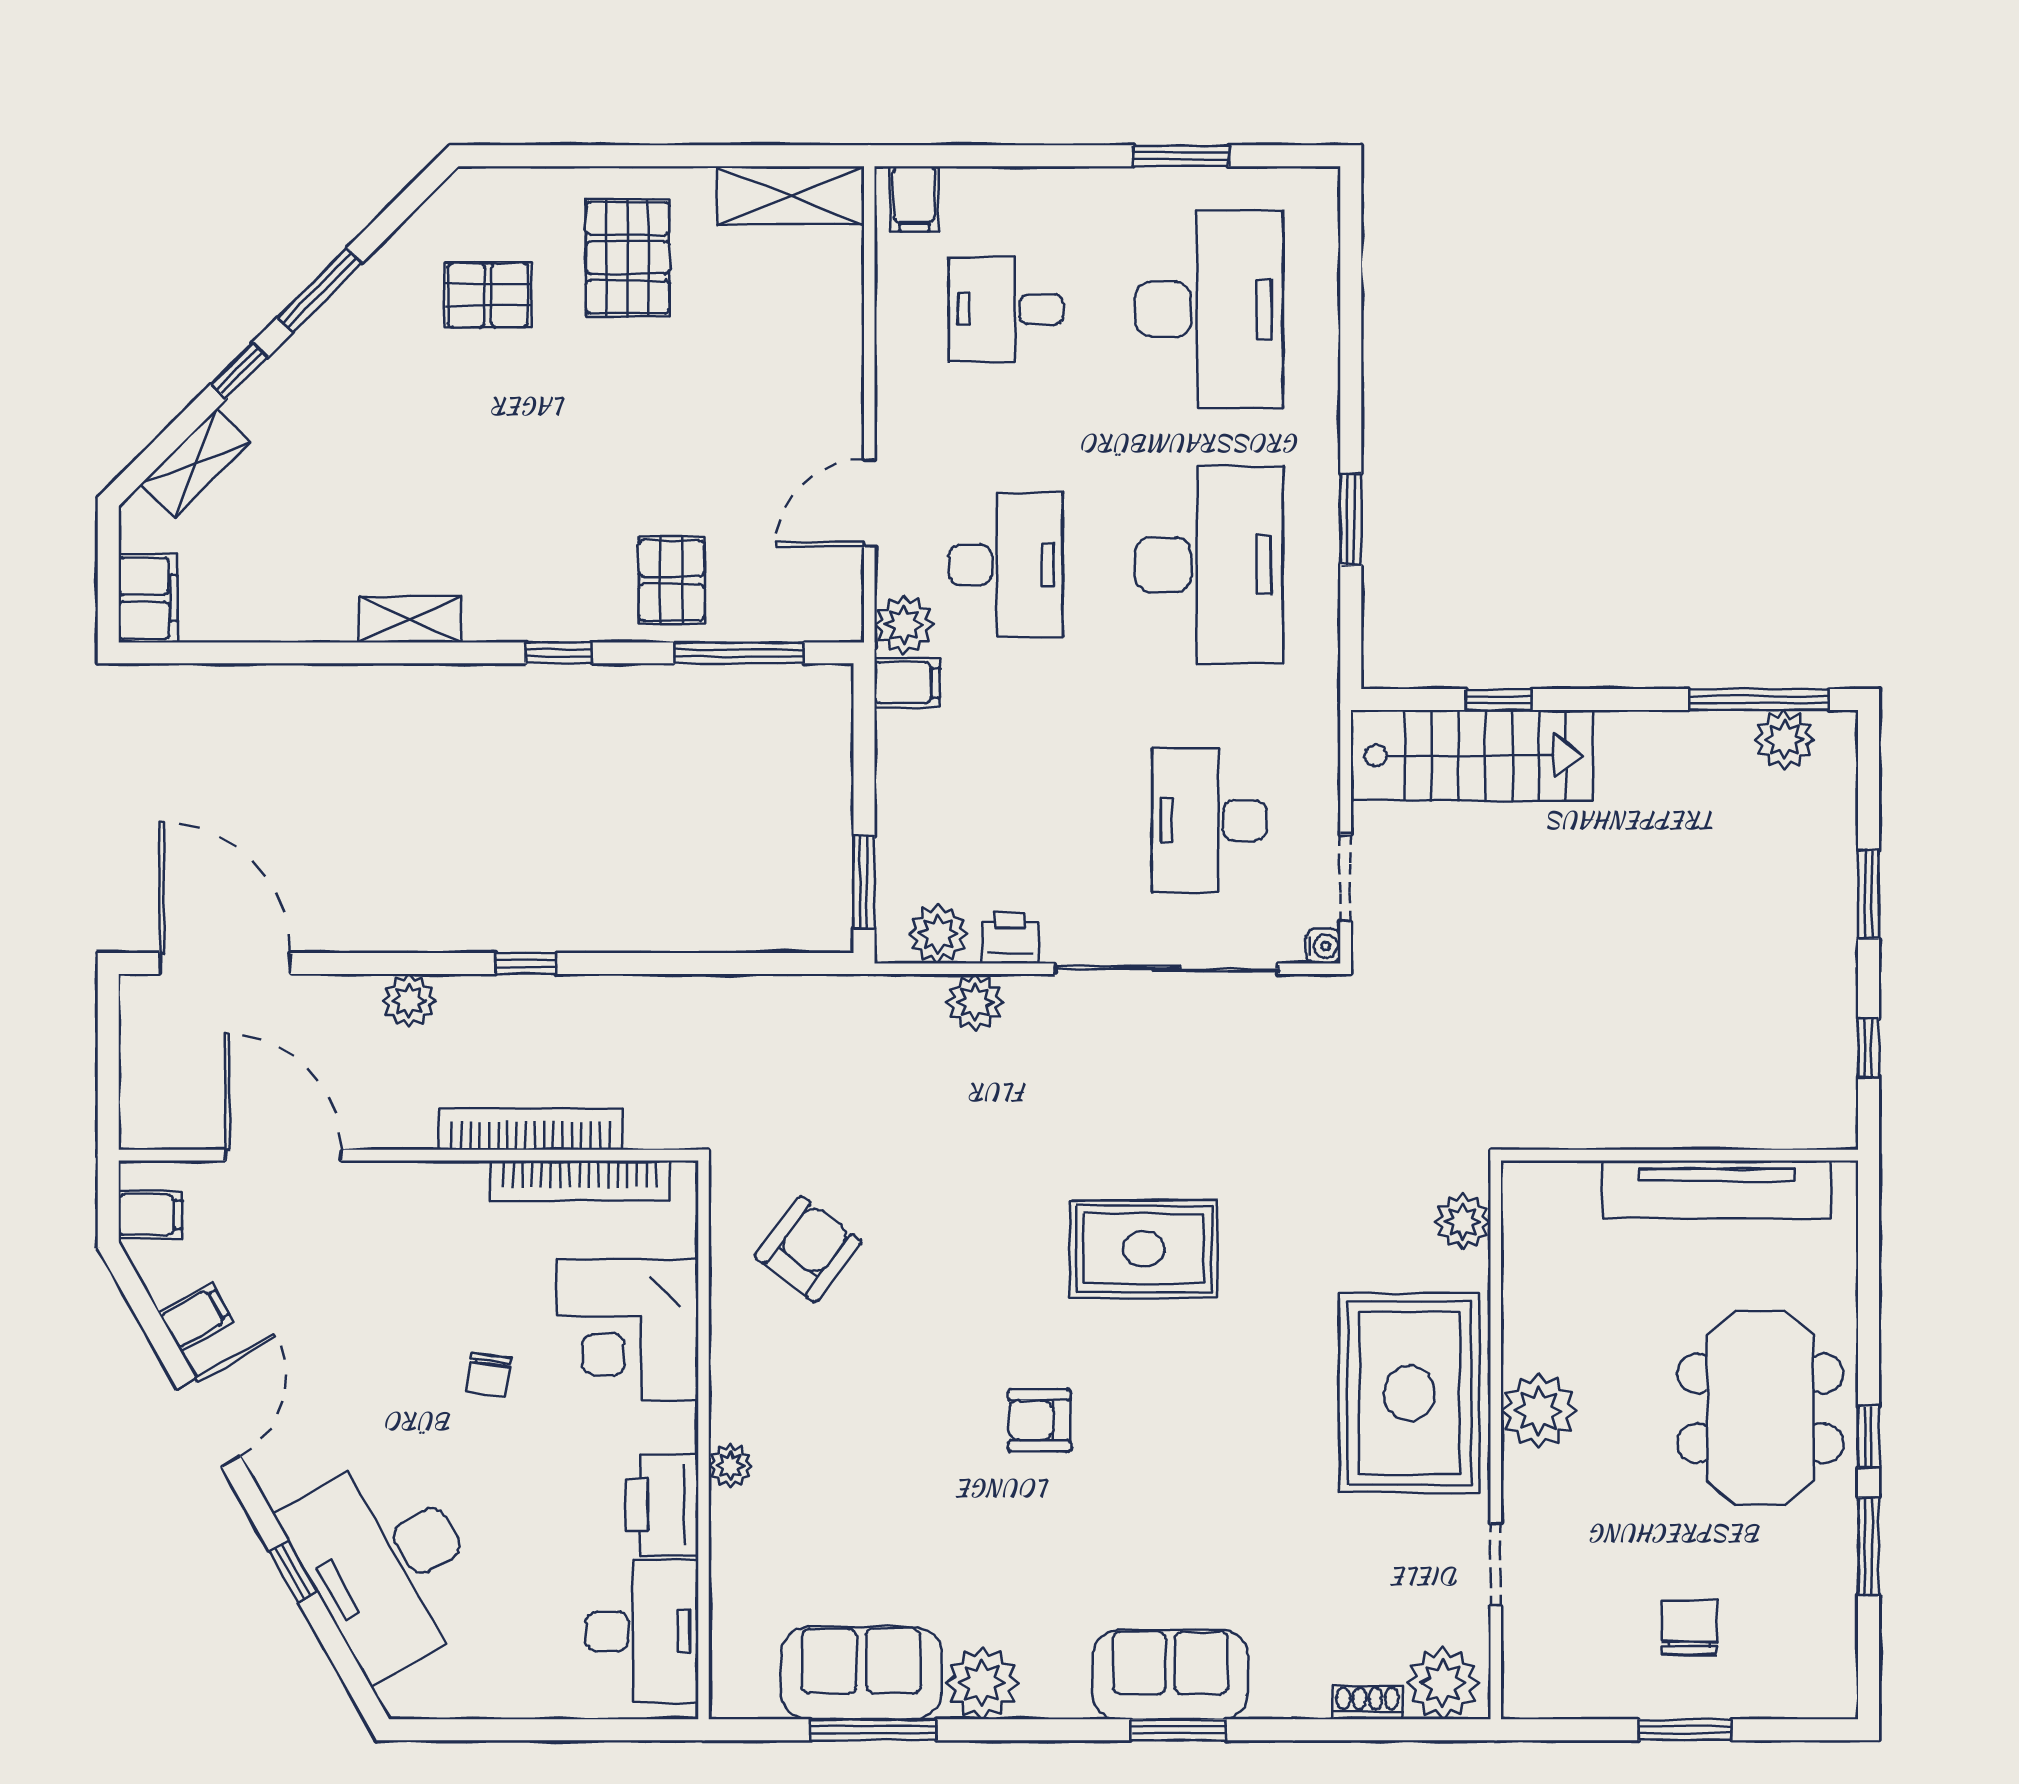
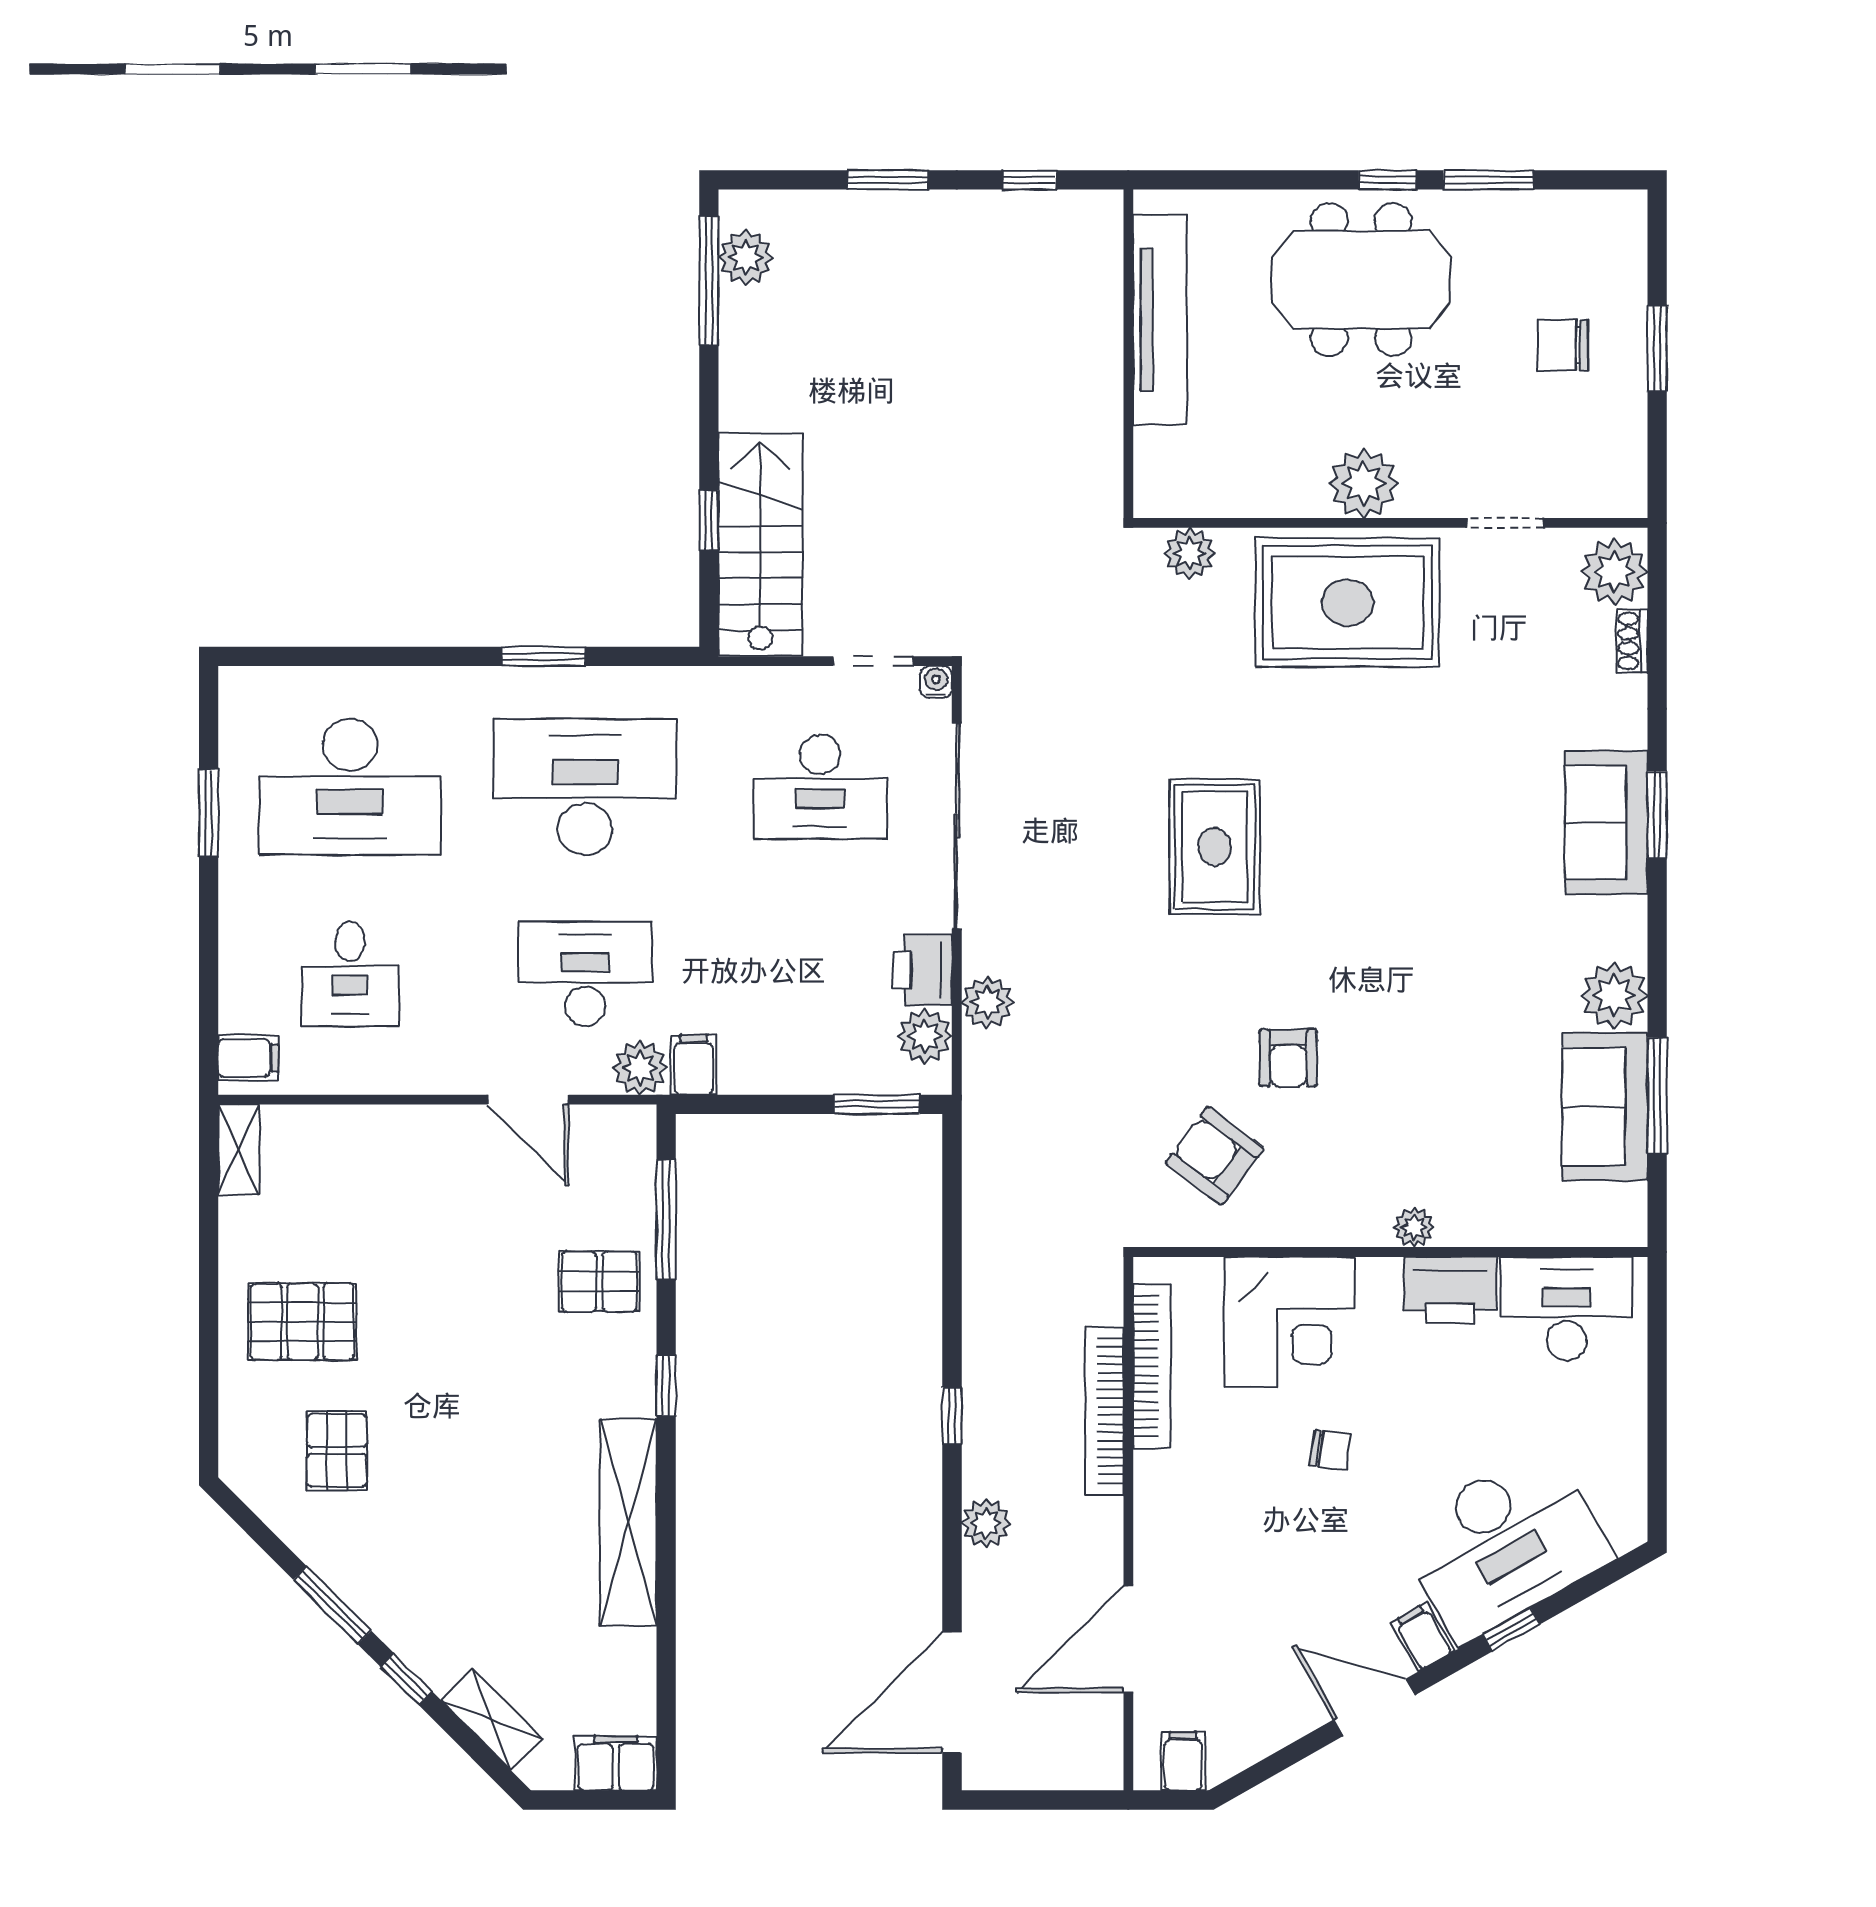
shelving: (790, 196) -> (238, 1149), width x0.67, depth x0.75
desk: (1209, 309) -> (350, 787), turned 180
shelving: (410, 619) -> (628, 1522), width x2.20, depth x1.33
printer: (1010, 938) -> (923, 970), width x1.36, depth x1.24
filing cabinet: (196, 1317) -> (1423, 1637), moved
armchair: (1039, 1420) -> (1288, 1058), moved

